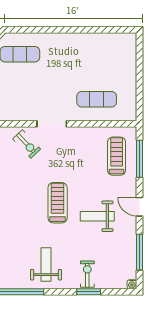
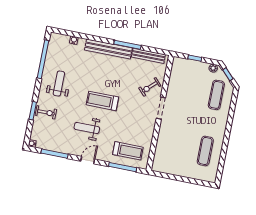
exercise mat: (97, 99) -> (205, 151), moved
treadmill: (58, 203) -> (102, 101), turned 180
weight bench: (97, 216) -> (87, 128), turned -90
weight bench: (46, 265) -> (59, 84), turned -90

